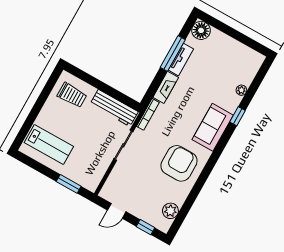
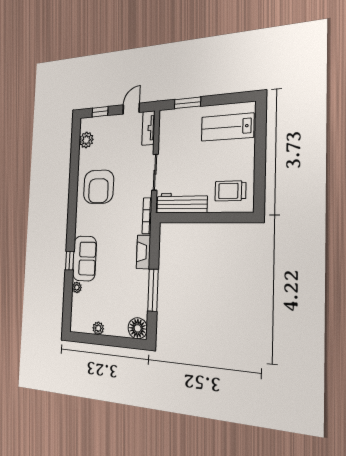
plant: (237, 47) -> (98, 328), added
tv unit: (181, 60) -> (149, 128), moved
sofa: (213, 127) -> (84, 258), moved

